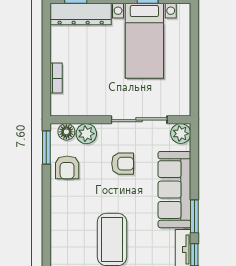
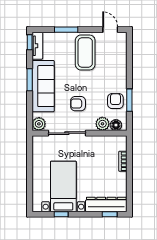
window: (46, 148) -> (129, 100), moved
window: (194, 216) -> (30, 80), moved

